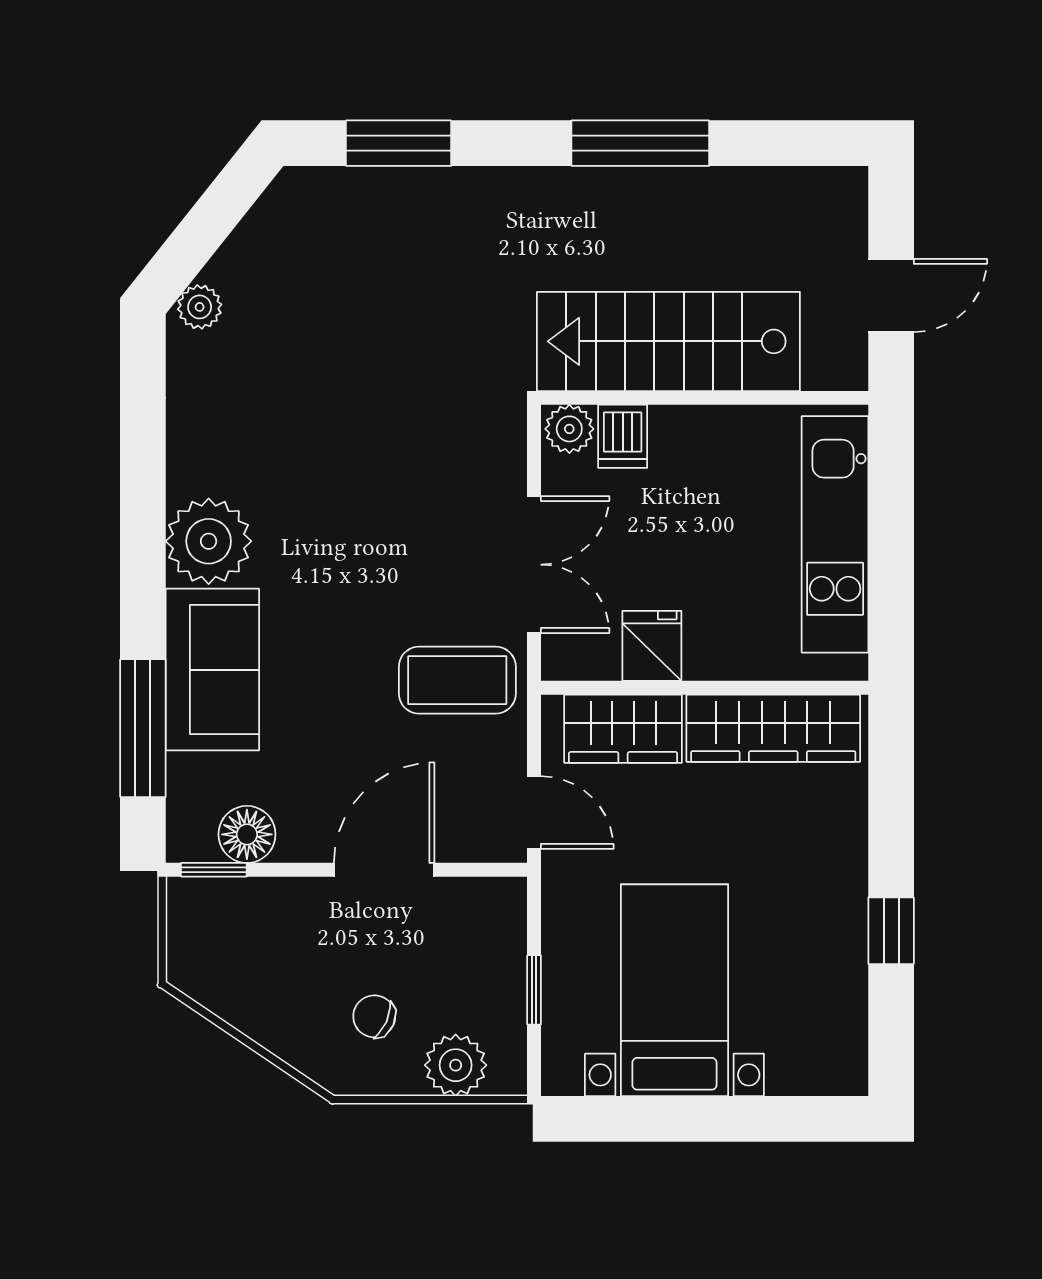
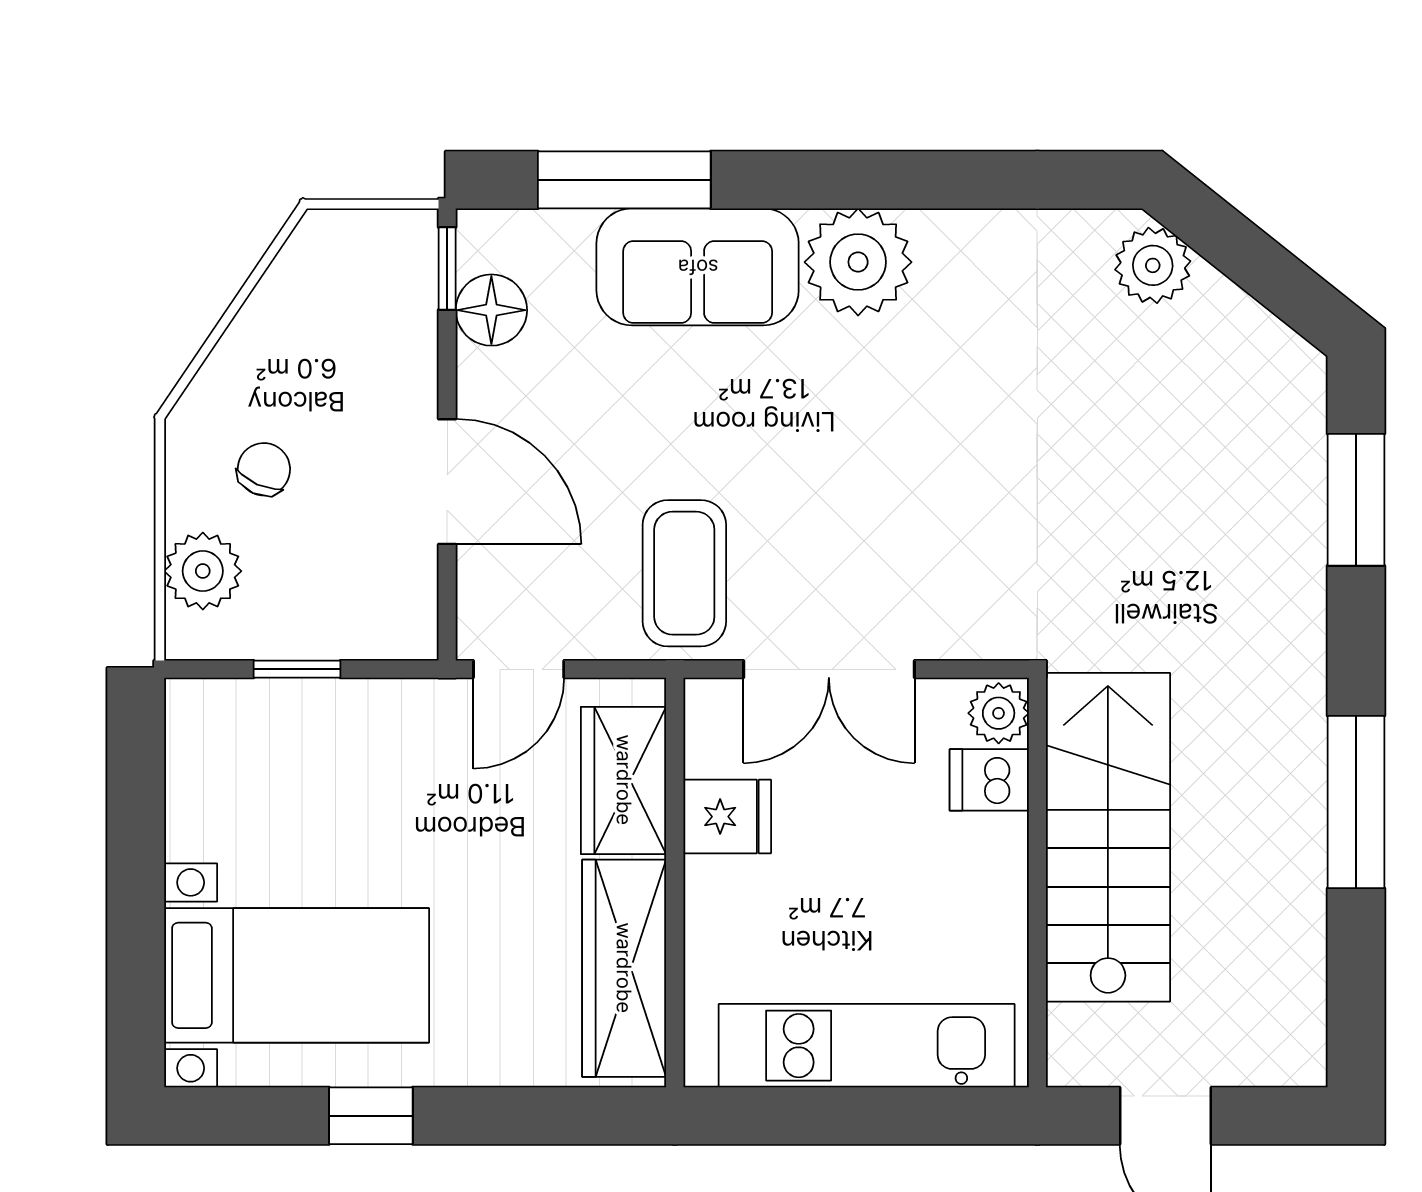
plant: (200, 307) -> (1153, 265), width x1.38, depth x1.38
bed with nightstands: (674, 990) -> (297, 975), moved

